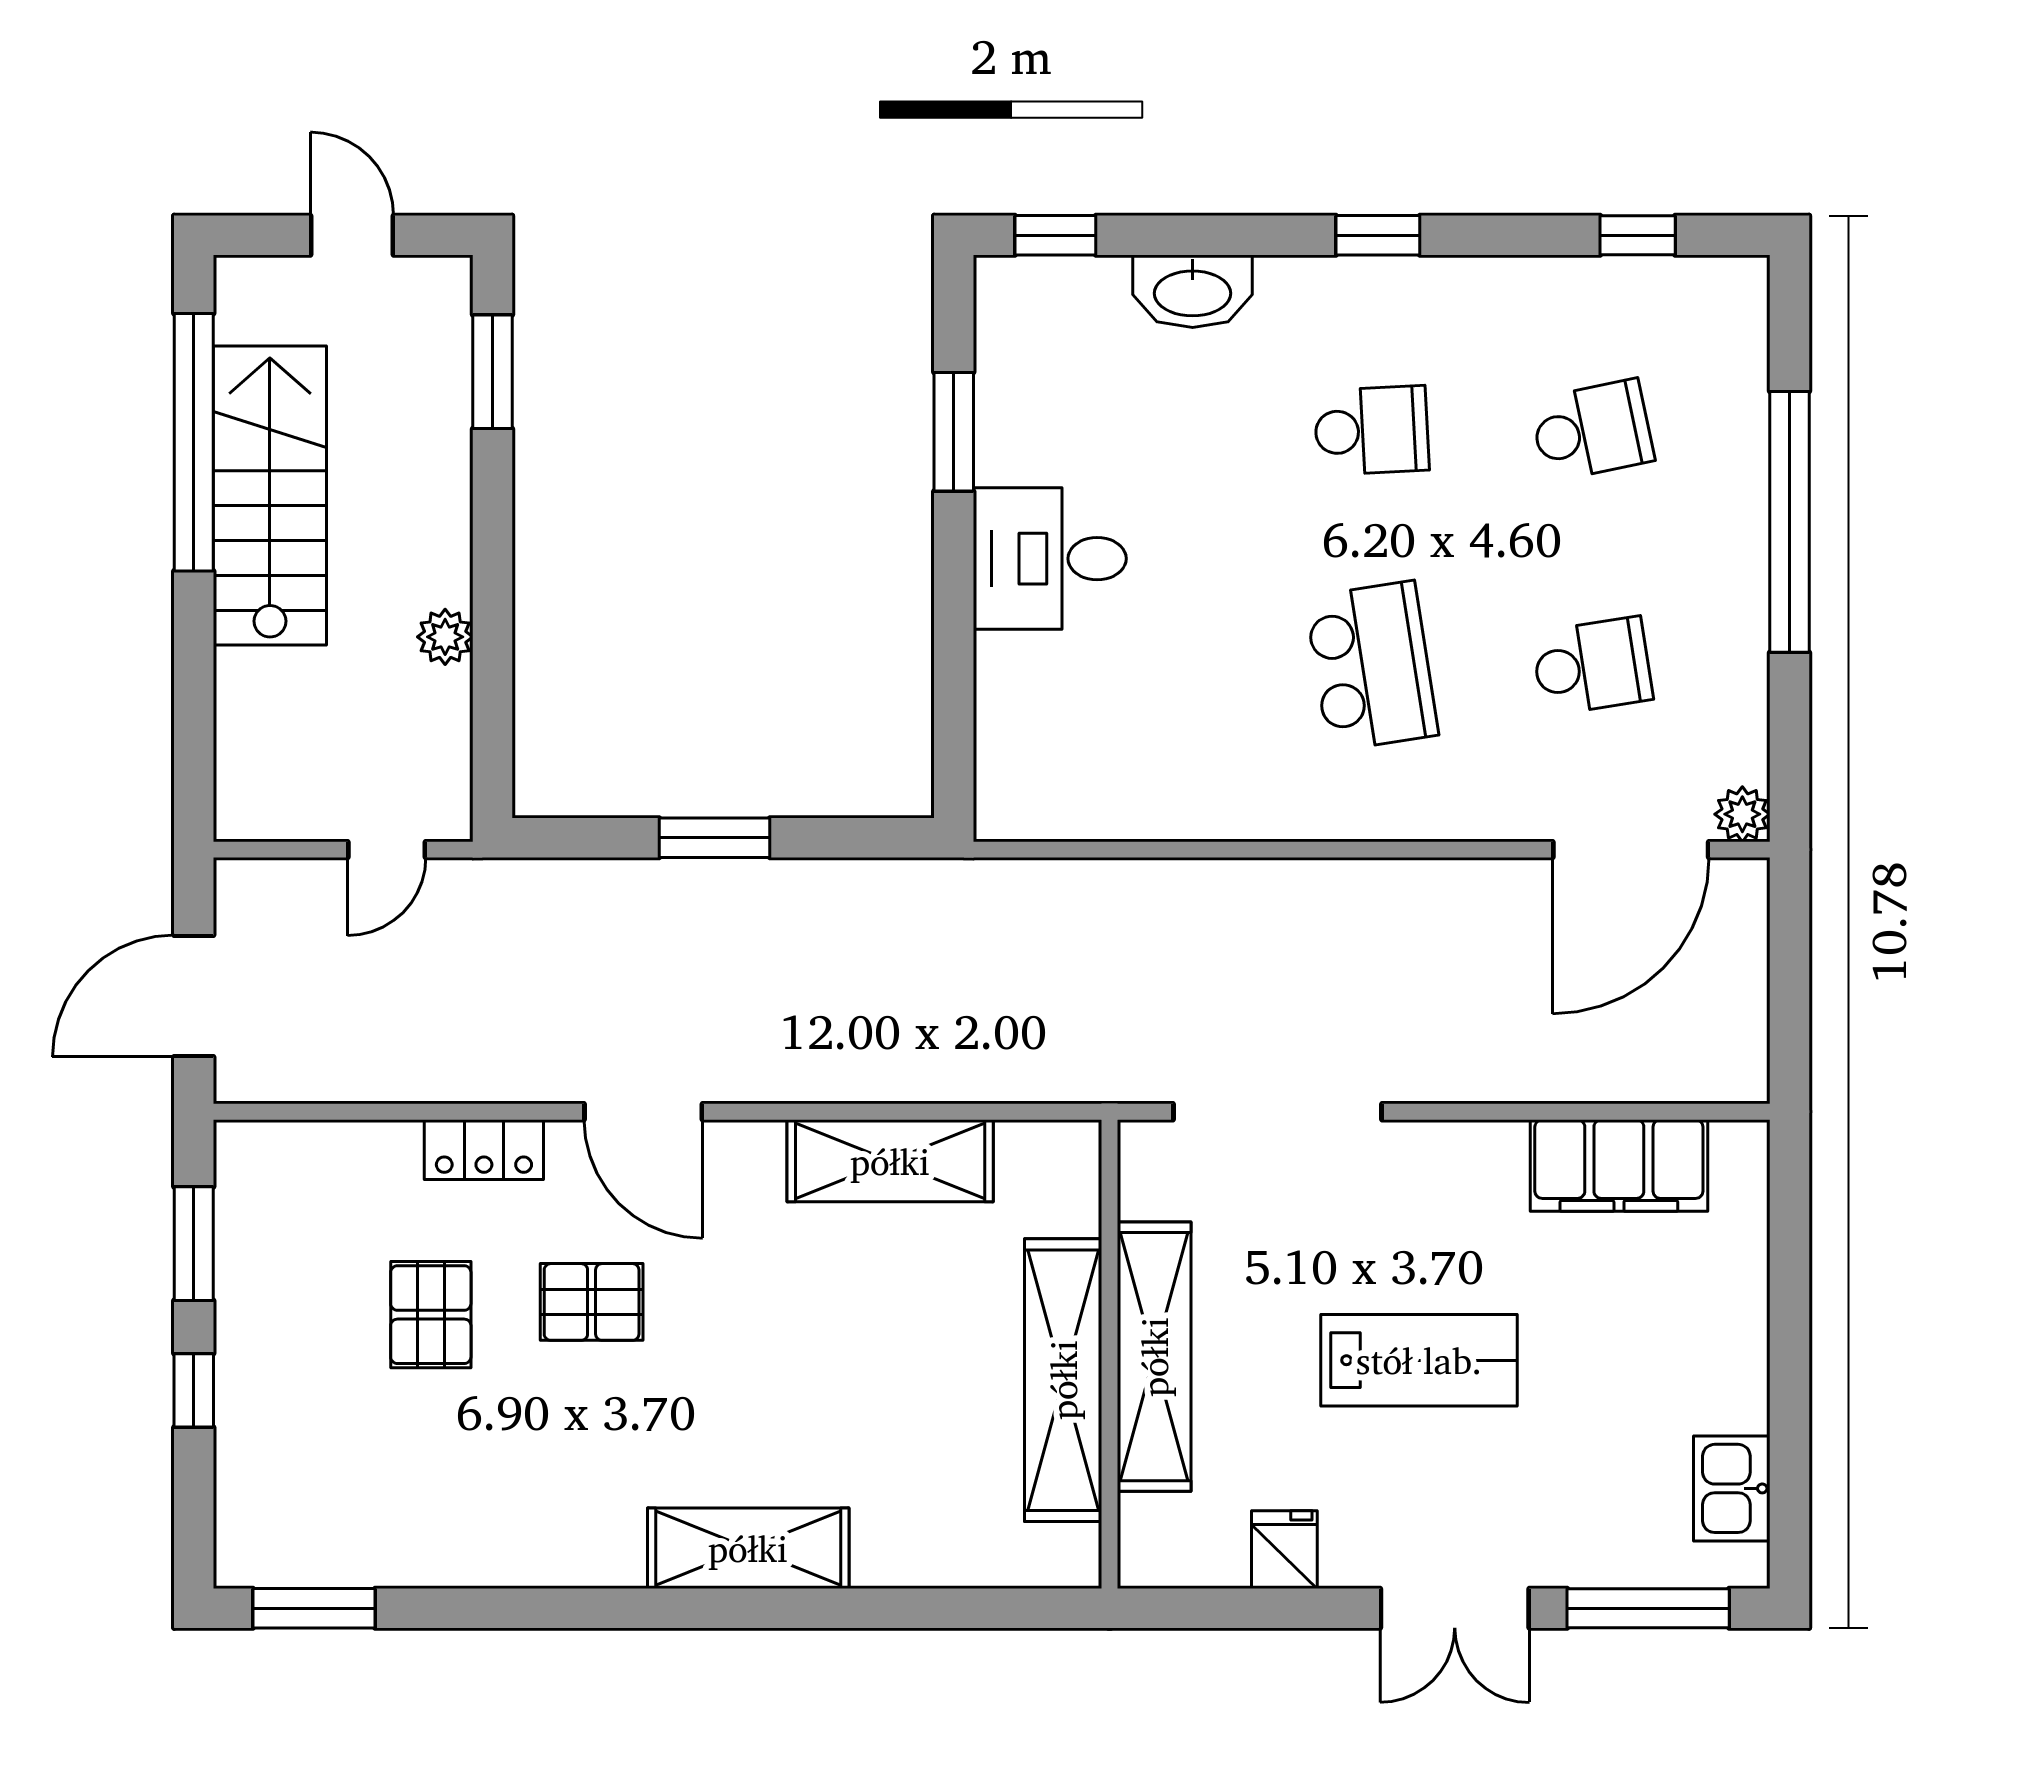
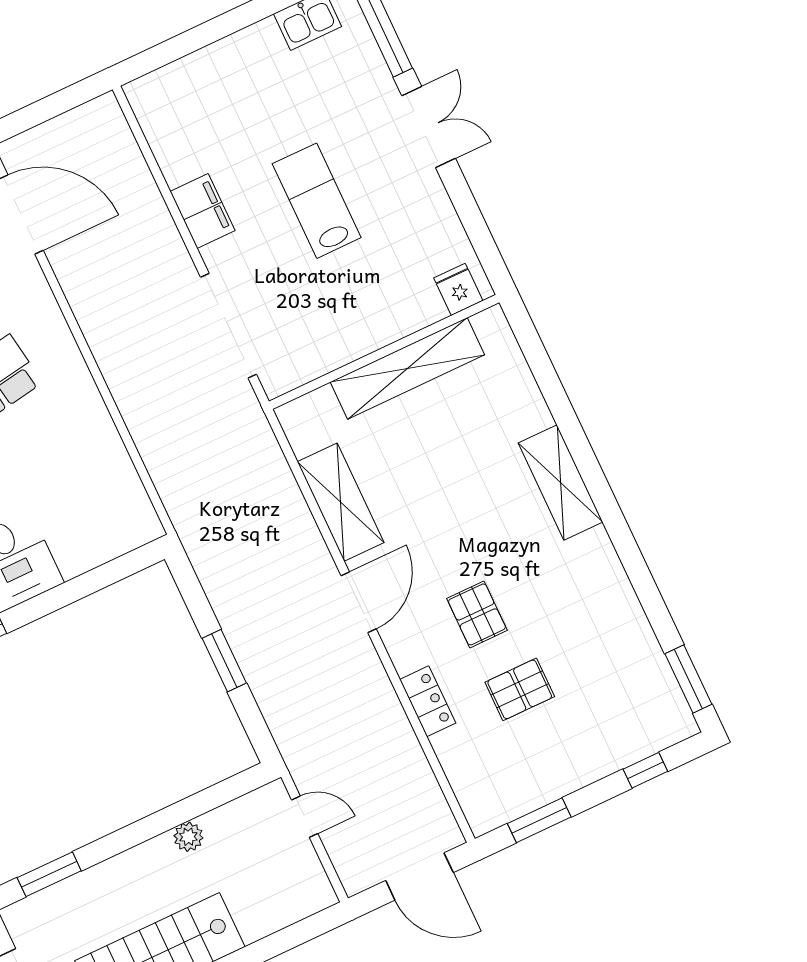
door: (643, 1112) -> (359, 602), moved
filing cabinet: (1619, 1165) -> (203, 211), moved, width x0.67, depth x0.86
shelving: (1154, 1357) -> (375, 330), removed
window: (194, 1390) -> (645, 770), moved
fridge: (1284, 1550) -> (458, 289), moved, turned 90

